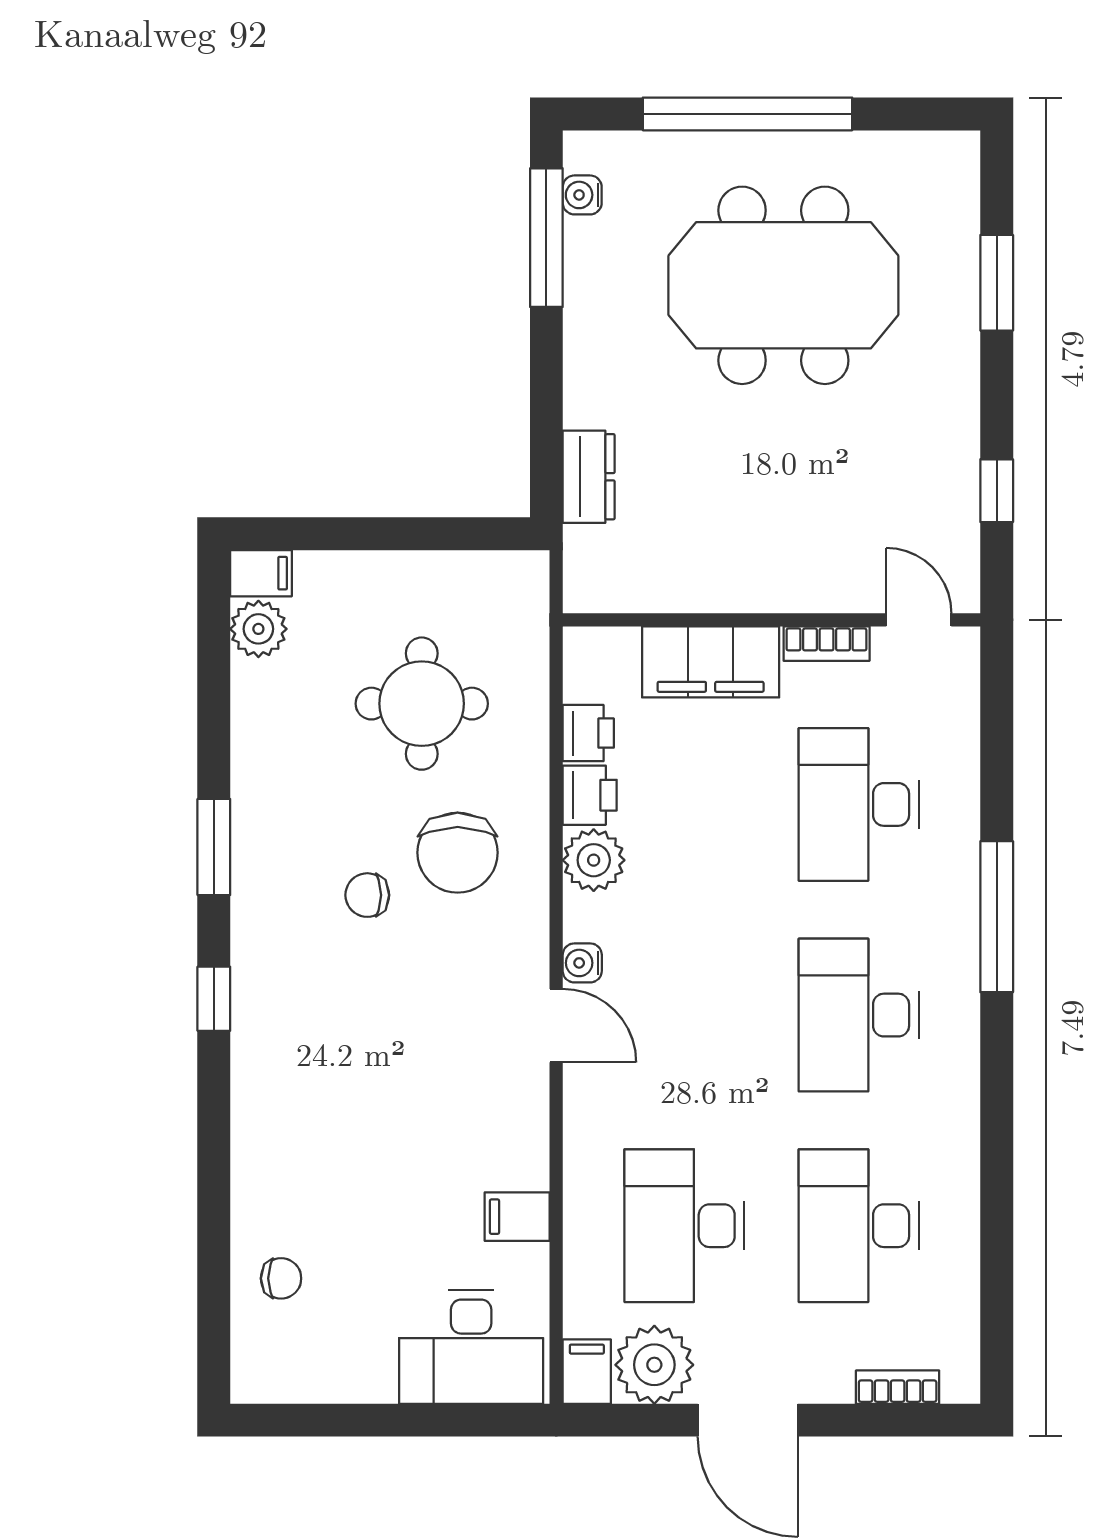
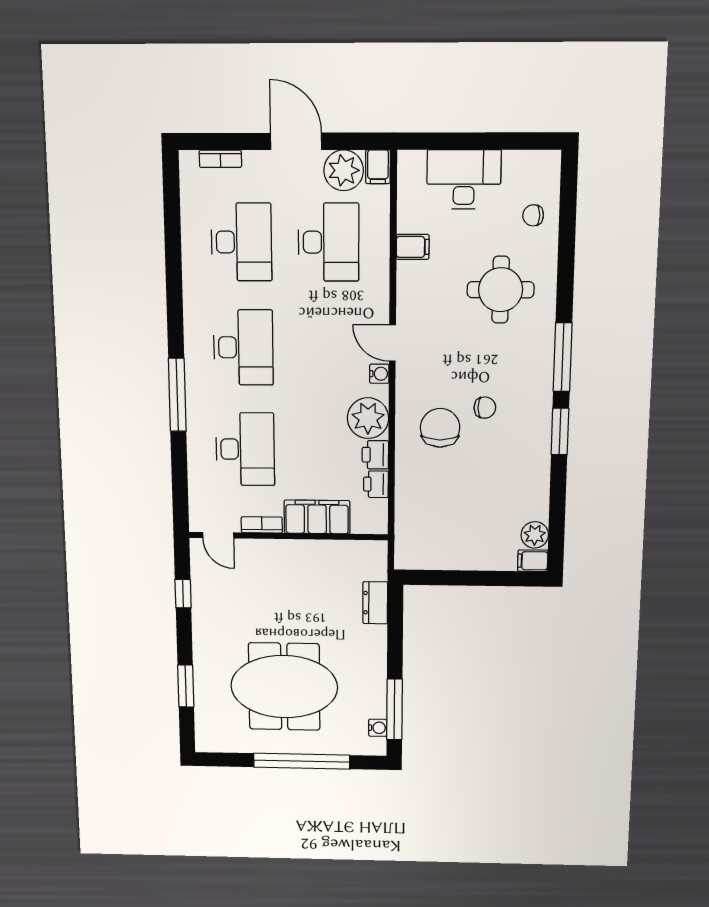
round table: (422, 704) -> (501, 290), moved
plant: (594, 860) -> (368, 418), width x1.36, depth x1.36
window: (214, 999) -> (563, 357), width x2.17
desk: (471, 1347) -> (464, 179), moved

